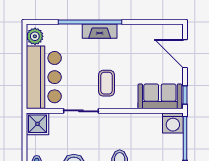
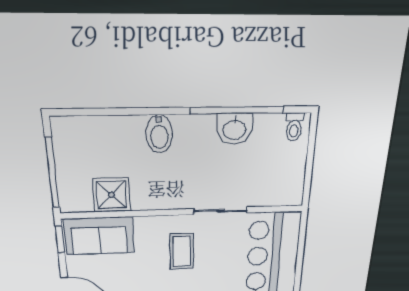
washing machine: (173, 123) -> (75, 197), removed
shower: (37, 124) -> (111, 195), moved

